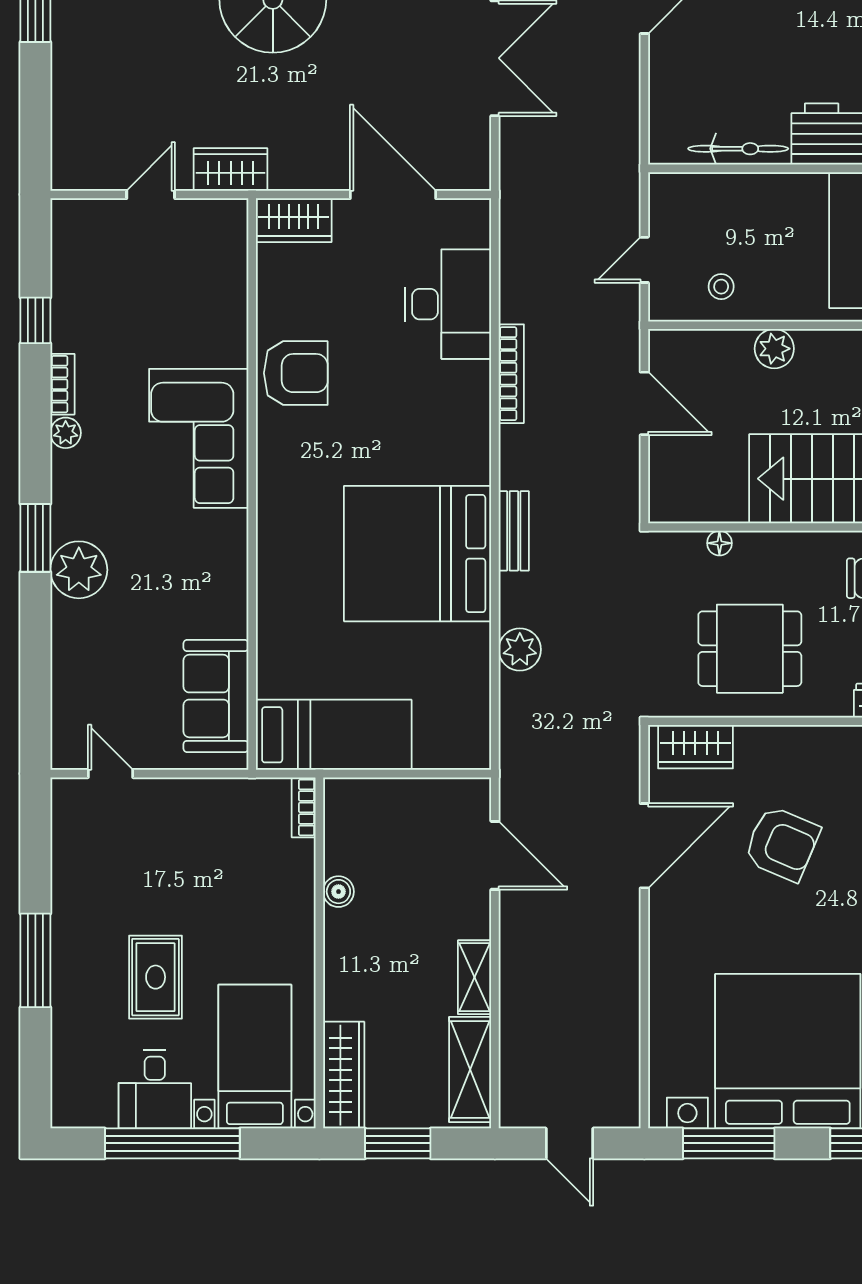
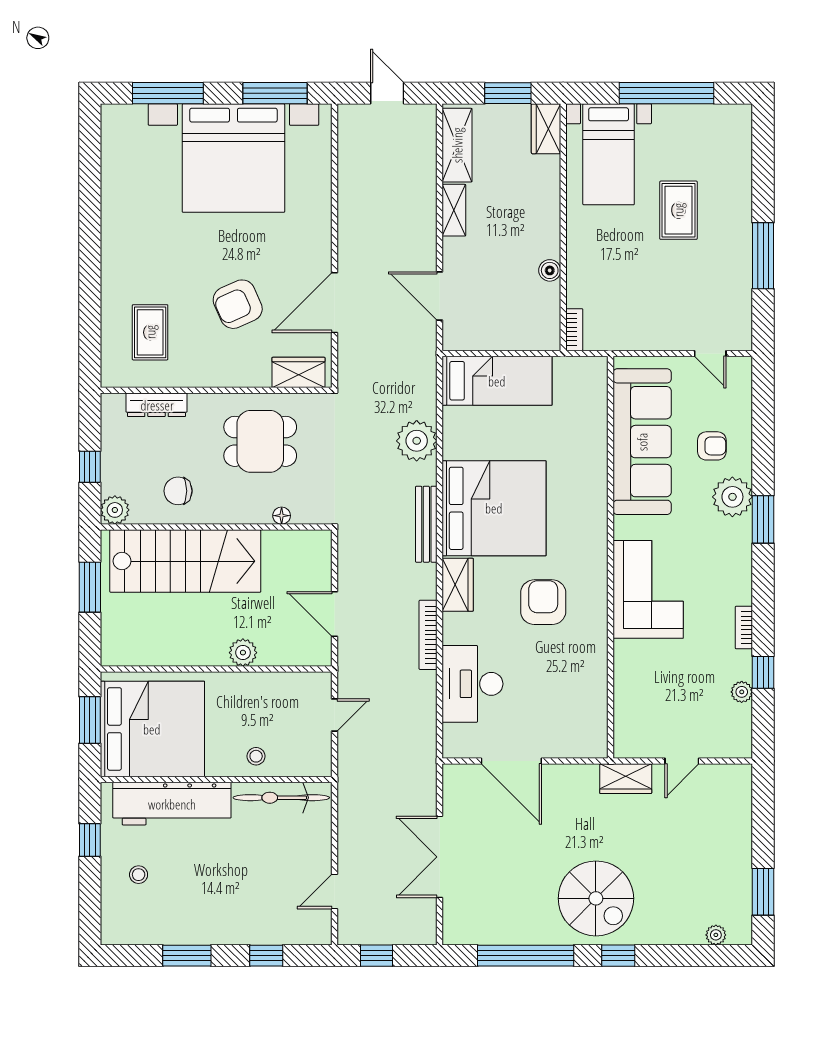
bicycle: (738, 149) -> (281, 798), width x1.37, depth x1.40
wardrobe: (294, 220) -> (458, 585), moved, turned 90
stool: (721, 287) -> (256, 756), moved
armchair: (296, 373) -> (543, 602), moved, turned 90
plant: (66, 433) -> (742, 692), moved
bench: (514, 531) -> (426, 524), width x1.36
armchair: (108, 642) -> (712, 446), added
plant: (520, 650) -> (417, 441), width x1.36, depth x1.36
sofa: (216, 696) -> (642, 442), width x1.85, depth x1.27
bed: (334, 735) -> (497, 381), moved, turned 180
armchair: (782, 844) -> (238, 304), turned -47
window: (35, 960) -> (763, 256), moved
wardrobe: (344, 1075) -> (546, 129), width x0.67
desk: (155, 1089) -> (679, 131), removed

